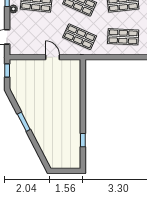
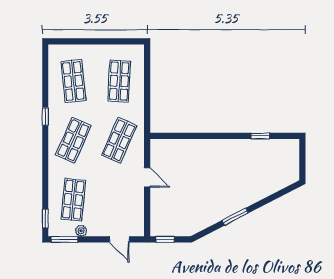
door: (52, 57) -> (147, 177), swing flipped

